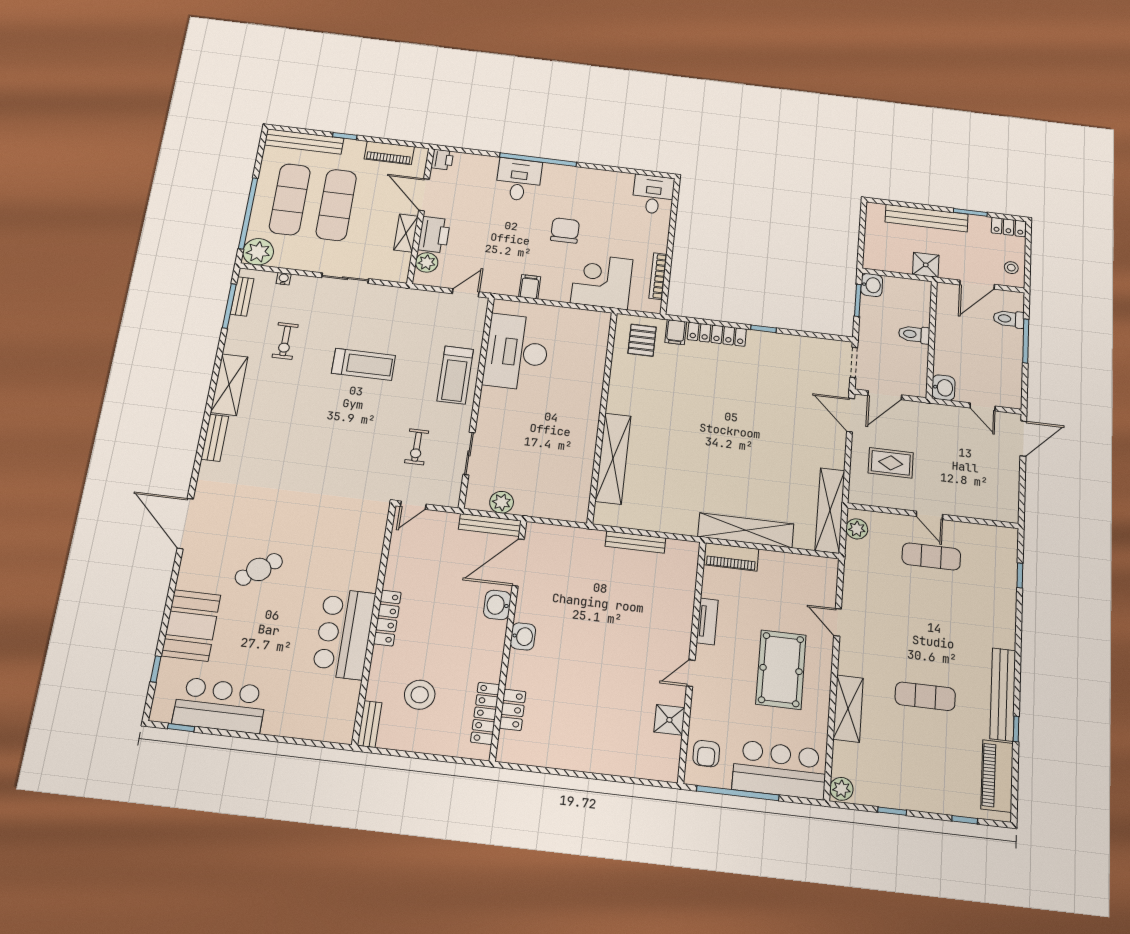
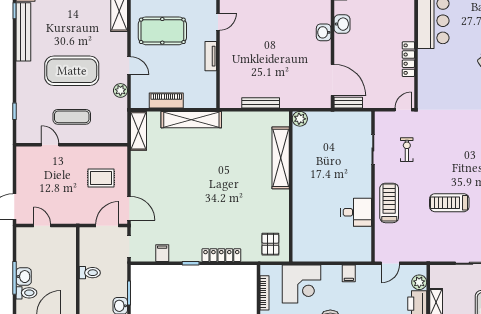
filing cabinet: (676, 332) -> (162, 253), moved
desk: (516, 352) -> (356, 212), width x0.53, depth x0.77
washbasin: (943, 388) -> (24, 277), moved, turned 180
plant: (502, 502) -> (300, 119), moved
shelving: (830, 510) -> (138, 131), width x0.68
door: (929, 515) -> (50, 145), moved
bench: (490, 525) -> (348, 103), width x0.73
plant: (857, 529) -> (120, 90), moved
piano: (731, 557) -> (166, 101), moved
door: (518, 562) -> (333, 80), hinge flipped
washbasin: (497, 605) -> (342, 24), moved
locker: (387, 618) -> (408, 59), moved
pool table: (781, 669) -> (162, 31), turned 90
exercise mat: (925, 696) -> (72, 71), moved, width x2.00, depth x1.45

